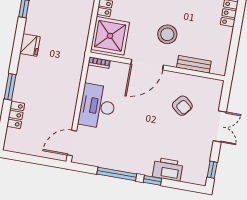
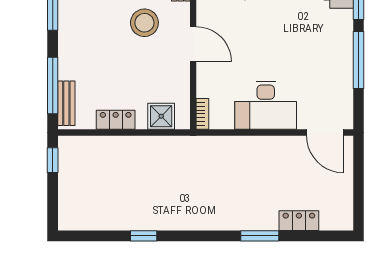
shower: (110, 36) -> (161, 116), width x0.54, depth x0.54
fridge: (30, 45) -> (195, 218), removed
door: (147, 65) -> (193, 44), width x0.73

